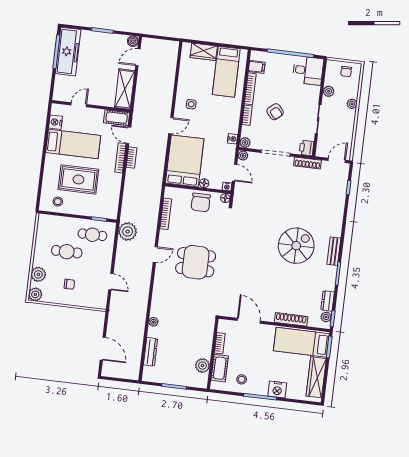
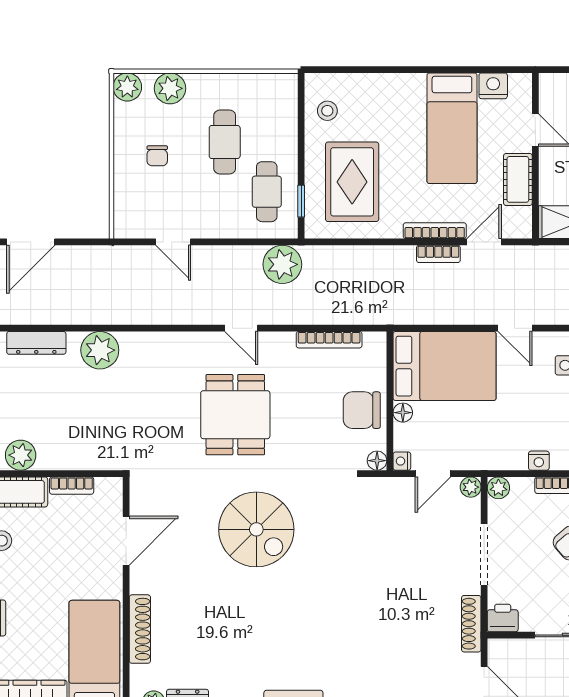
cot: (117, 118) -> (518, 179), moved
nightstand: (232, 139) -> (539, 461), moved
rug: (78, 179) -> (352, 182), moved
spiral stairs: (296, 246) -> (256, 529), moved
door: (111, 282) -> (173, 242), hinge flipped
plant: (153, 322) -> (100, 350), width x1.88, depth x1.88

